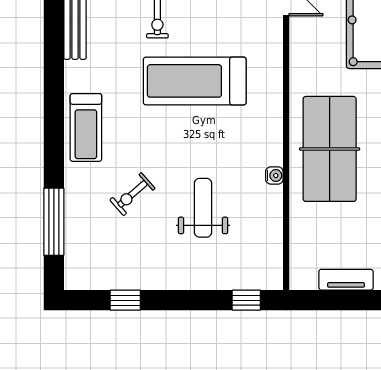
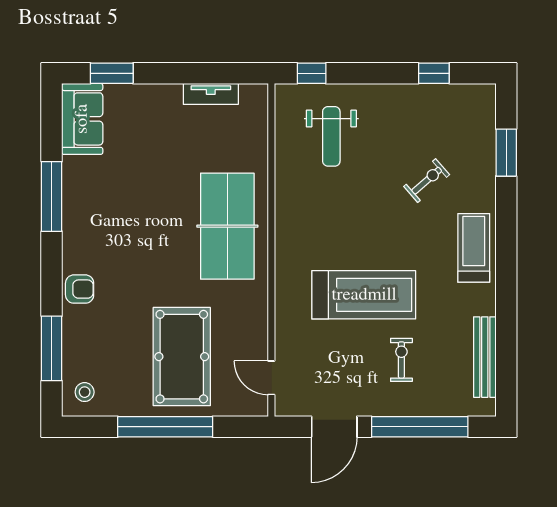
water cooler: (274, 176) -> (283, 199), removed
weight bench: (203, 208) -> (331, 136), moved
window: (54, 222) -> (506, 153), width x0.69

